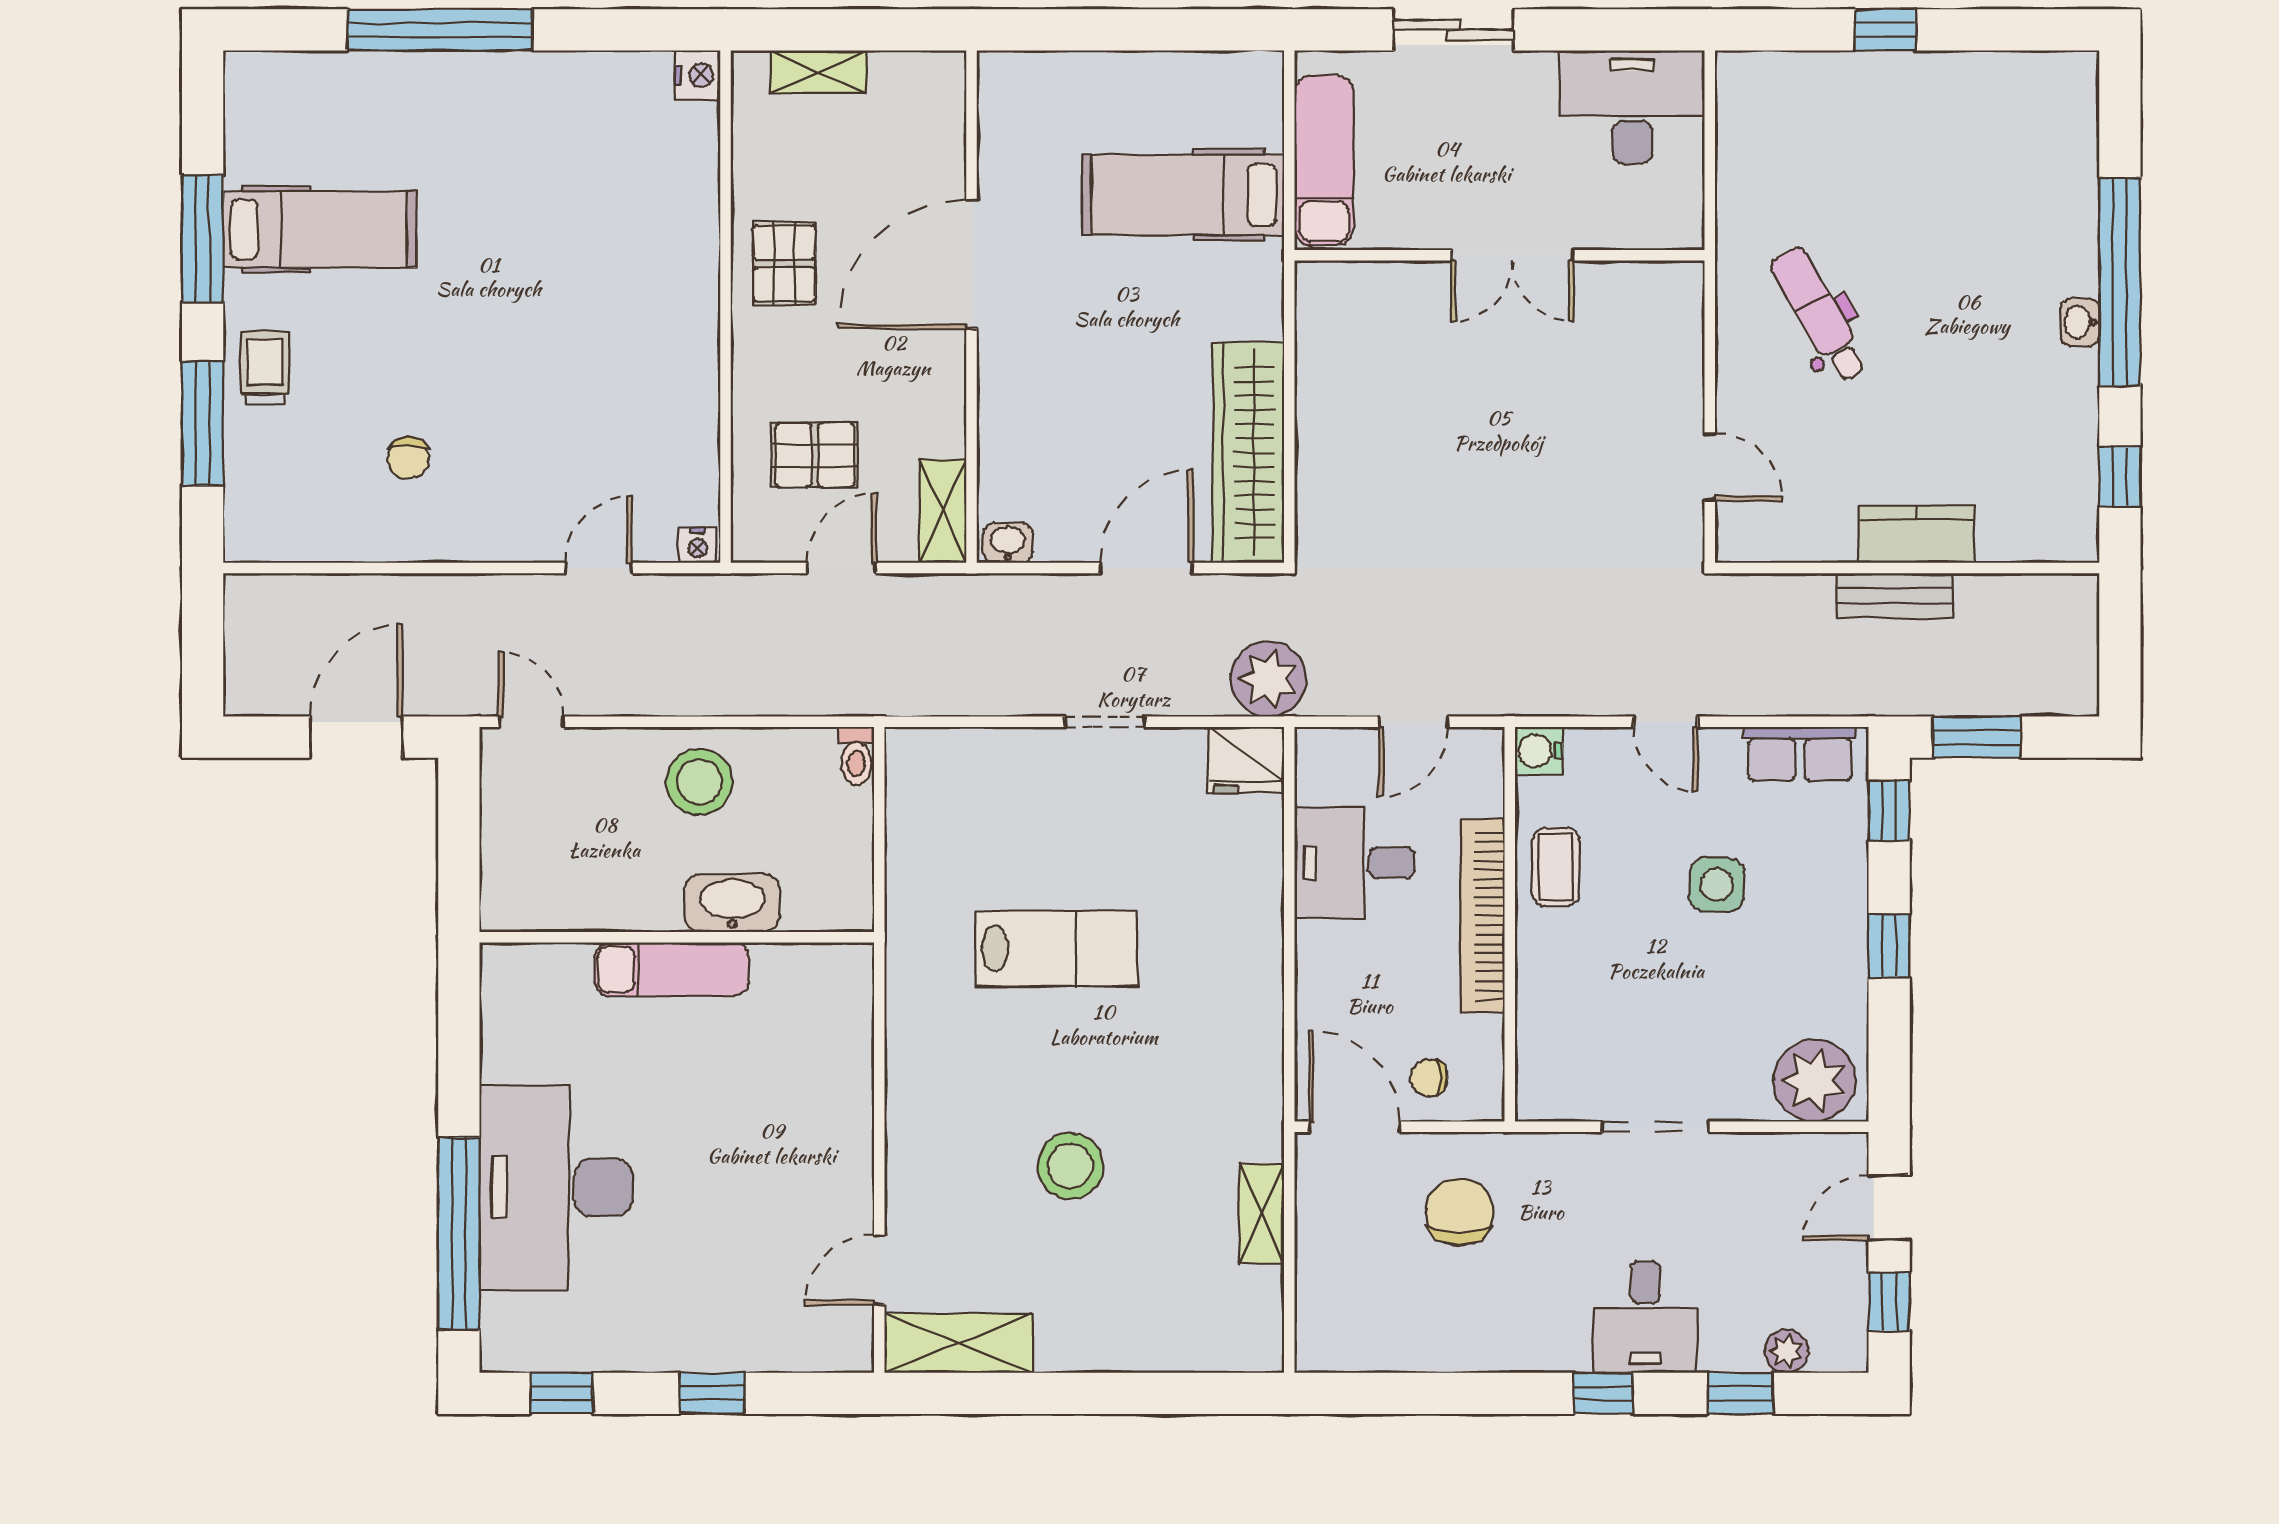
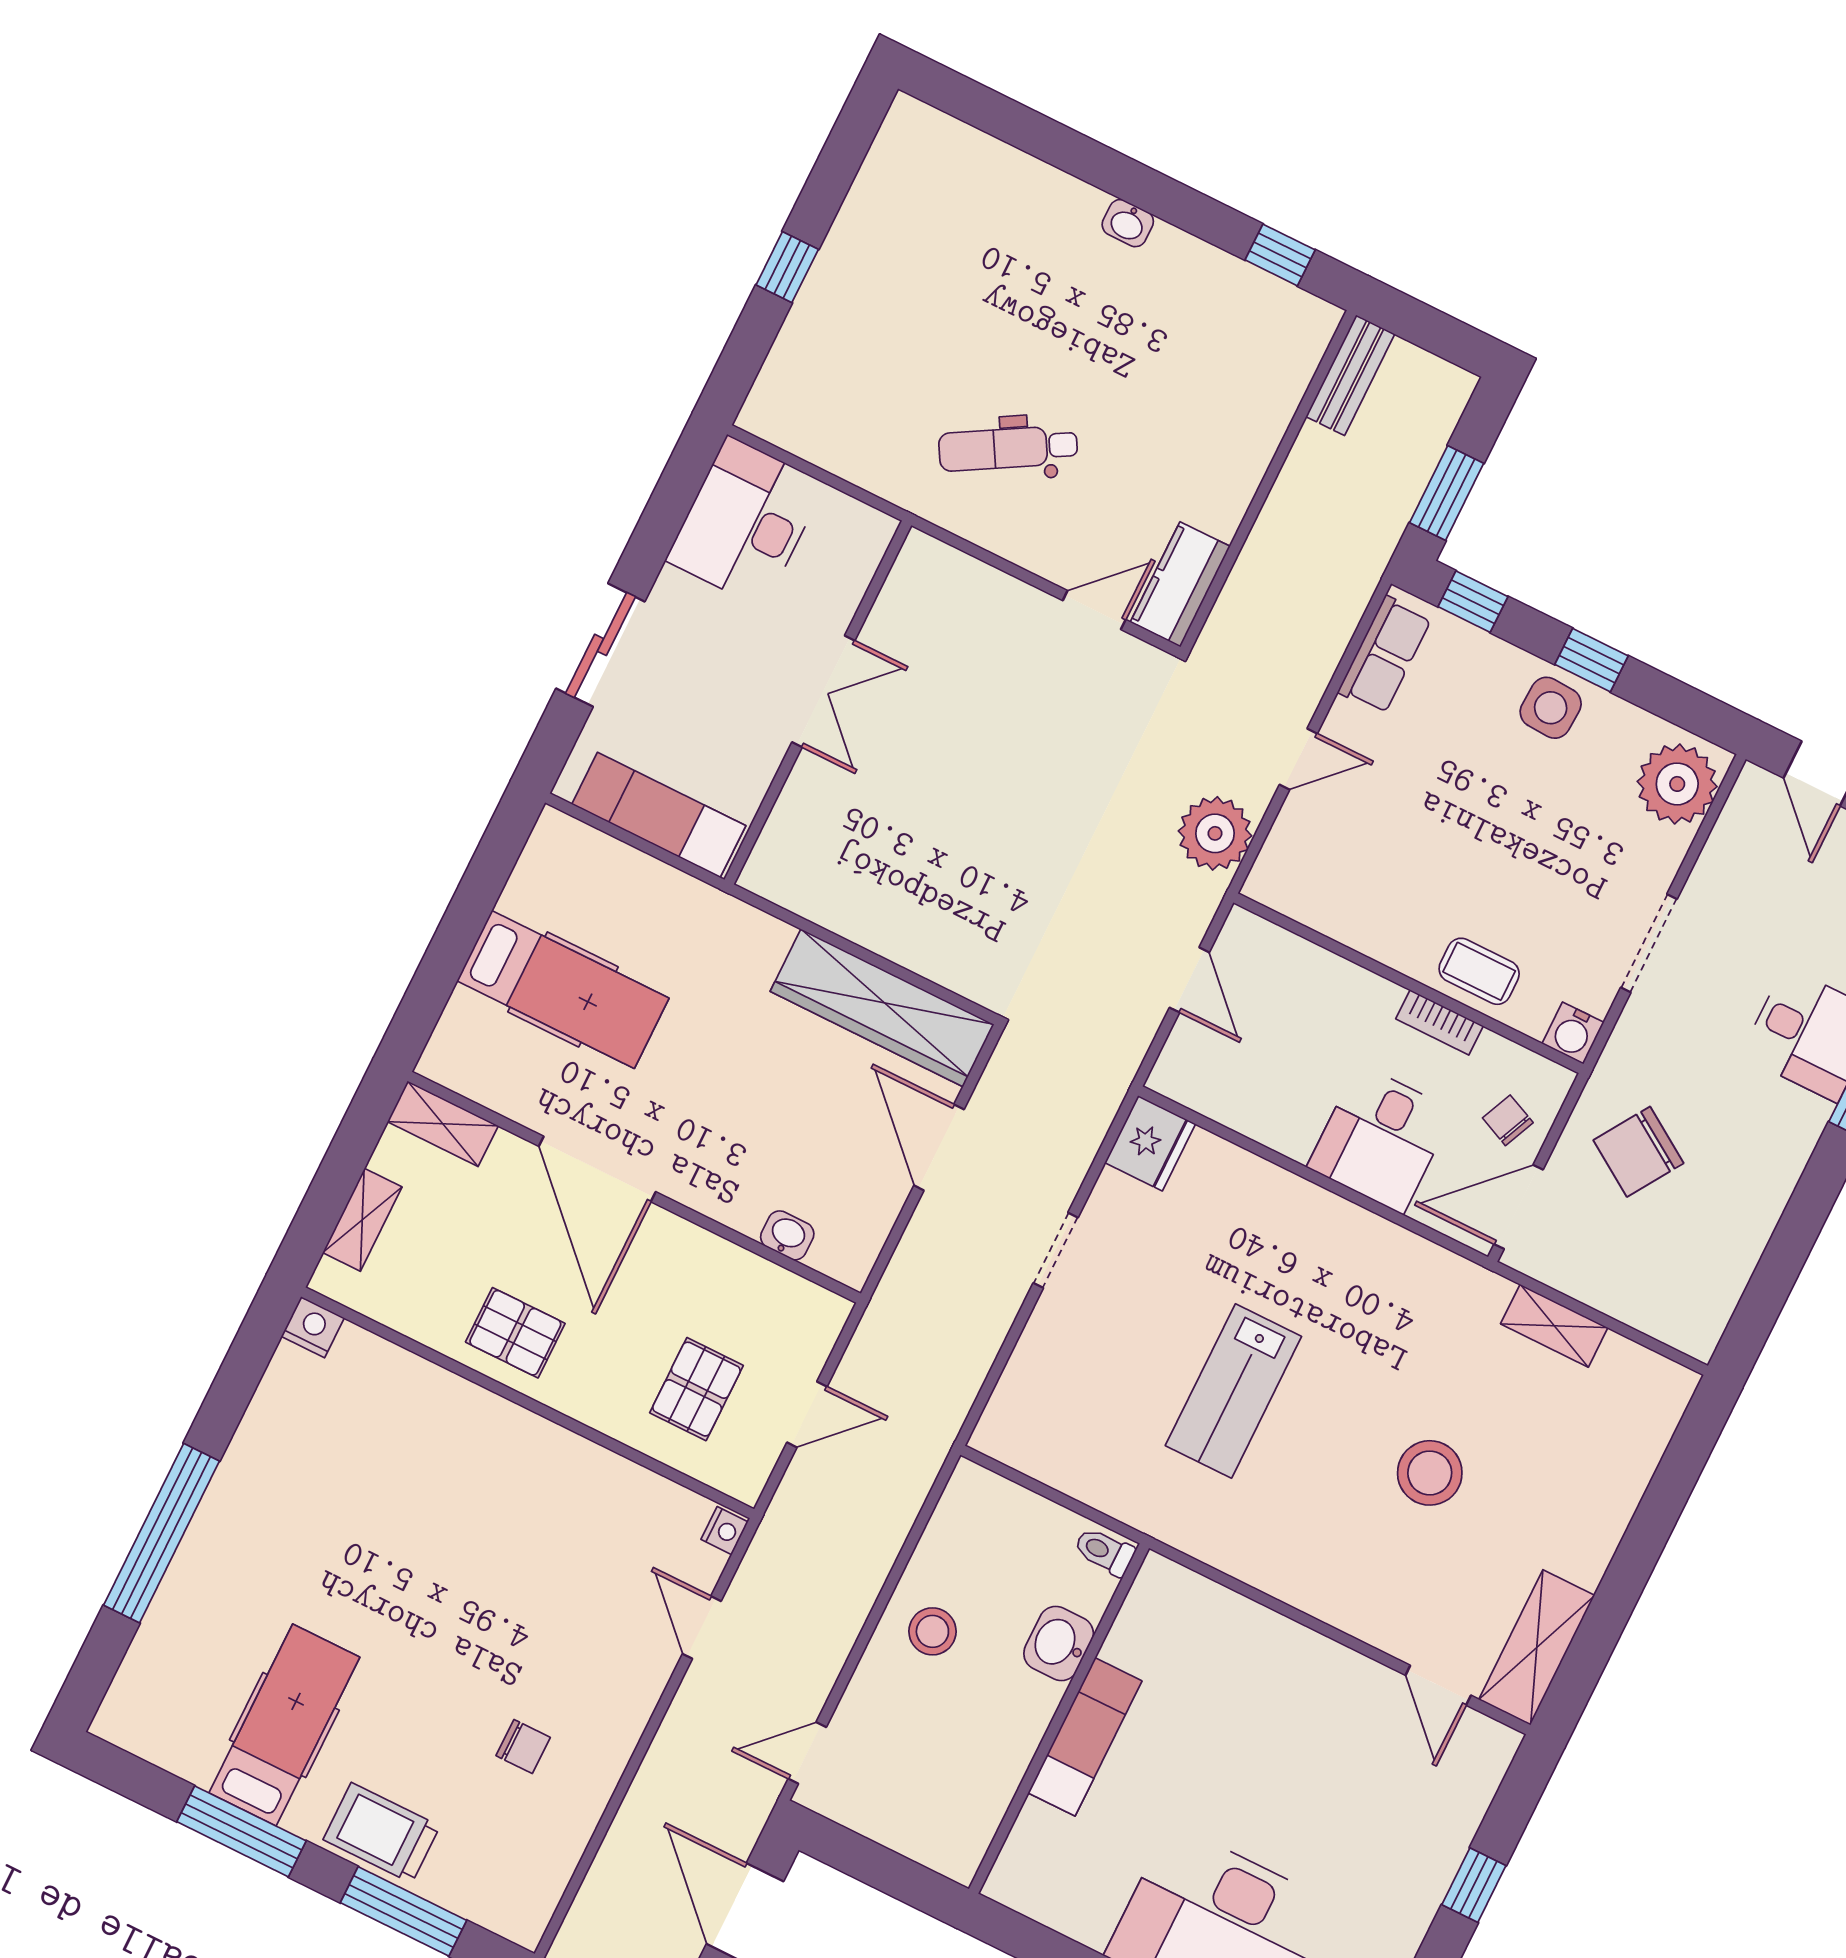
hospital bed: (1183, 195) -> (563, 989), moved, turned -90
window: (2120, 282) -> (1110, 171), removed
trolley: (265, 368) -> (382, 1833), width x1.36, depth x1.39
shelving: (943, 511) -> (443, 1124), moved
kitchen counter: (1916, 534) -> (1180, 584), moved
washbasin: (1008, 543) -> (787, 1235), moved, turned 90
door: (841, 568) -> (807, 1414), swing flipped
bench: (1894, 595) -> (1350, 375), moved
plant: (1269, 679) -> (1215, 833), moved
water cooler: (1539, 751) -> (1573, 1033), moved
toilet: (856, 756) -> (1104, 1551), moved, turned 180
stool: (699, 782) -> (932, 1631), width x0.73, depth x0.73
desk: (1354, 863) -> (1381, 1139), moved
coffee table: (1556, 867) -> (1479, 971), moved
side table: (1717, 885) -> (1551, 708), moved
washbasin: (732, 903) -> (1059, 1643), width x0.72
bookcase: (1483, 916) -> (1440, 1022), width x0.43, depth x0.76
lab bench: (1056, 949) -> (1233, 1391), turned 180
chair: (1429, 1078) -> (1508, 1120), turned 114
chair: (1459, 1212) -> (1638, 1152), turned -57

